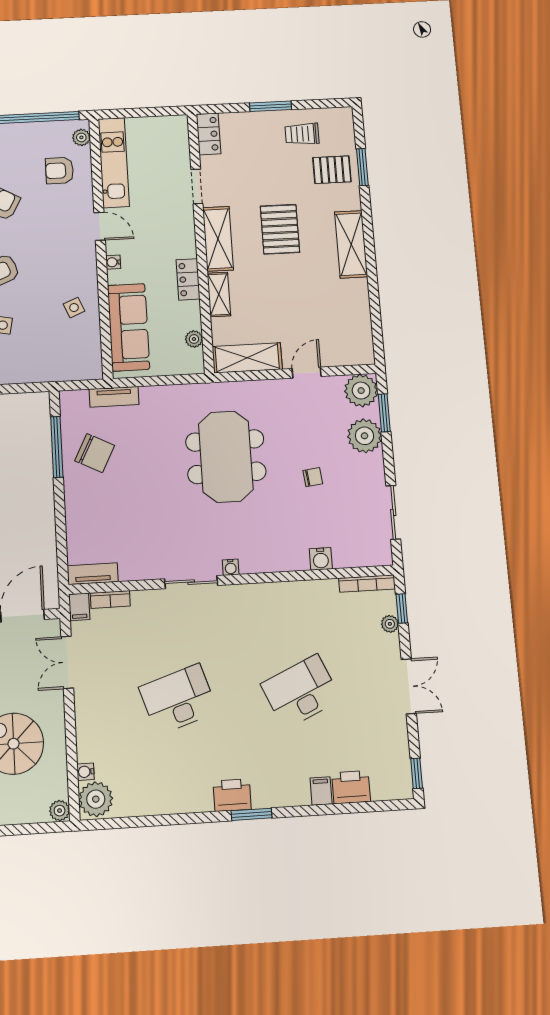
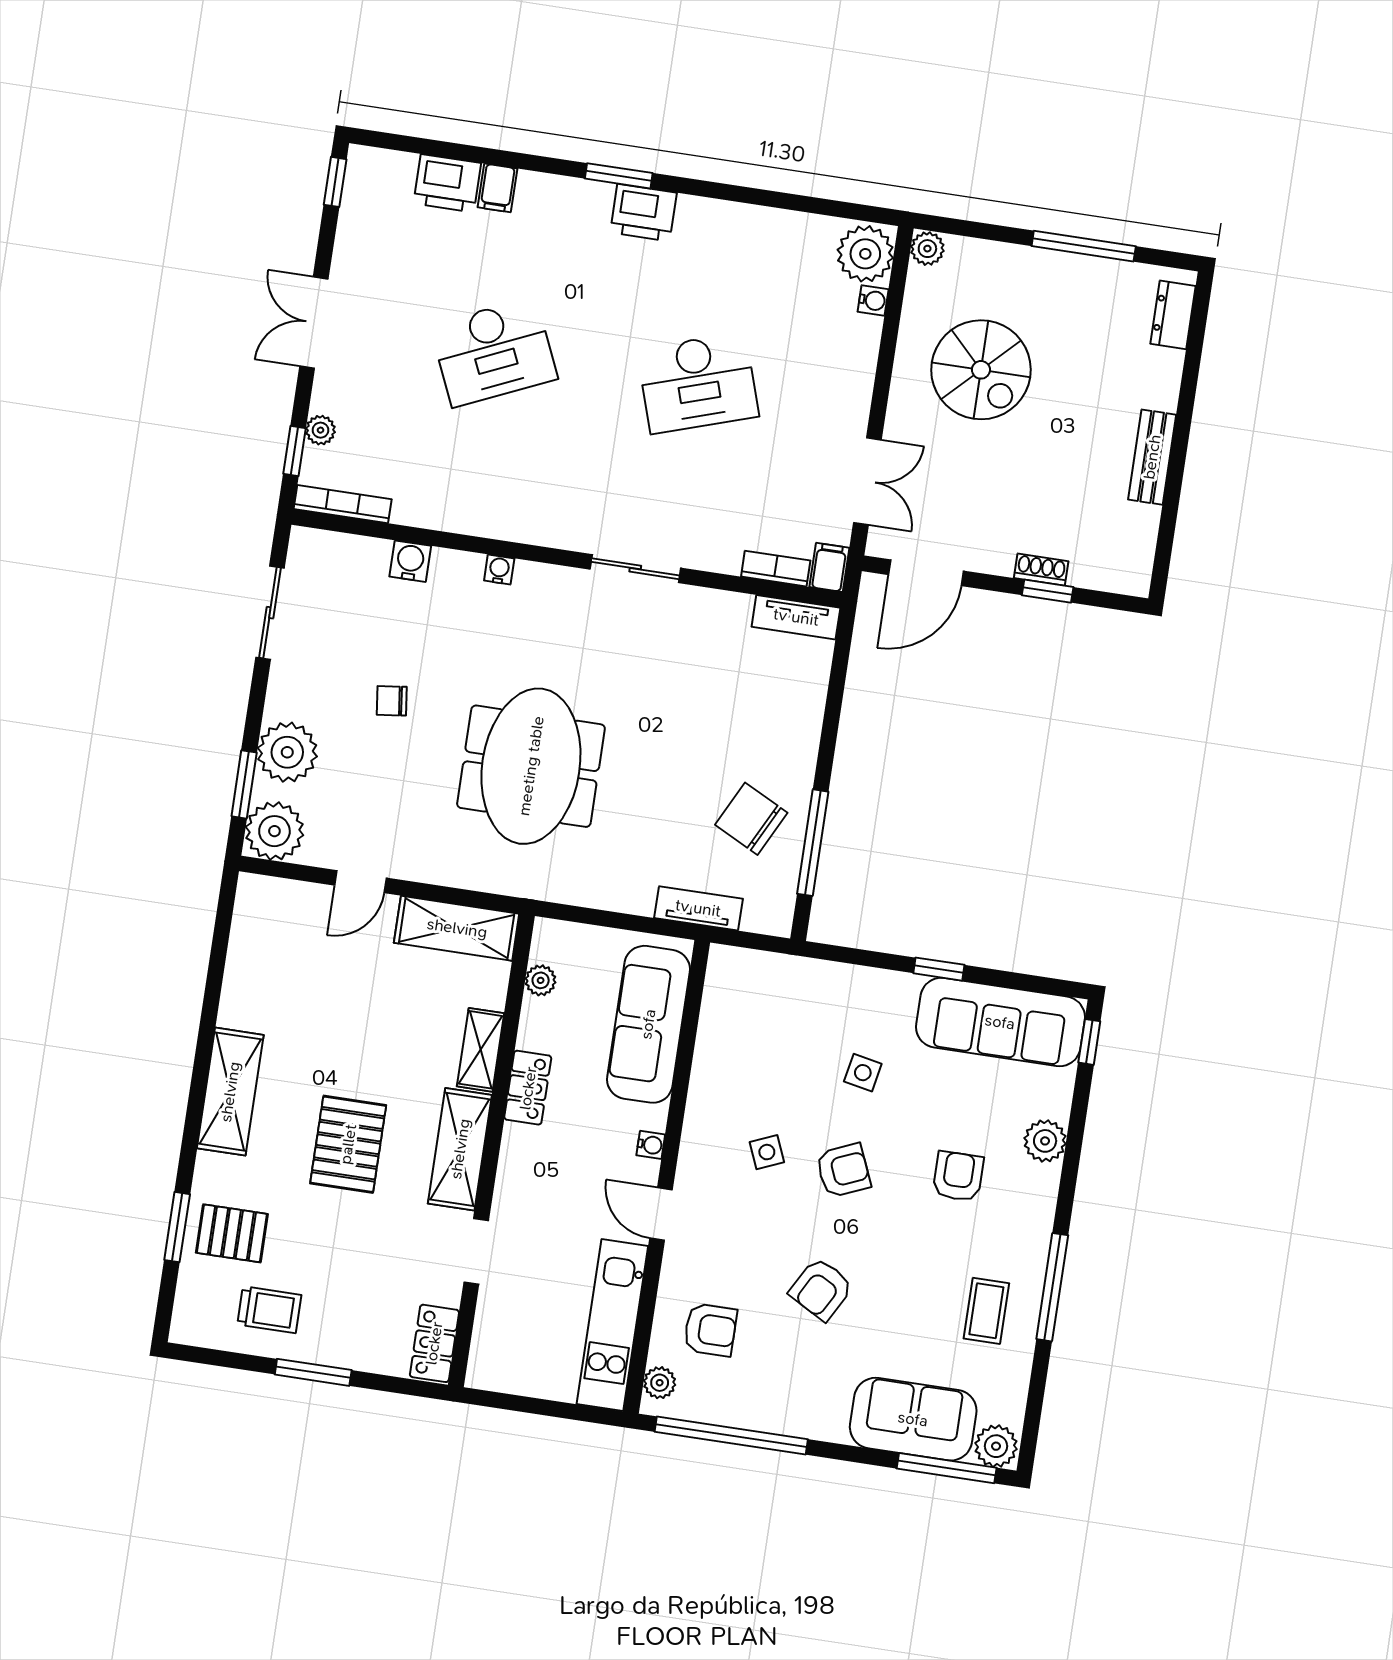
side table: (74, 308) -> (767, 1152), moved
water cooler: (231, 567) -> (499, 569), moved

